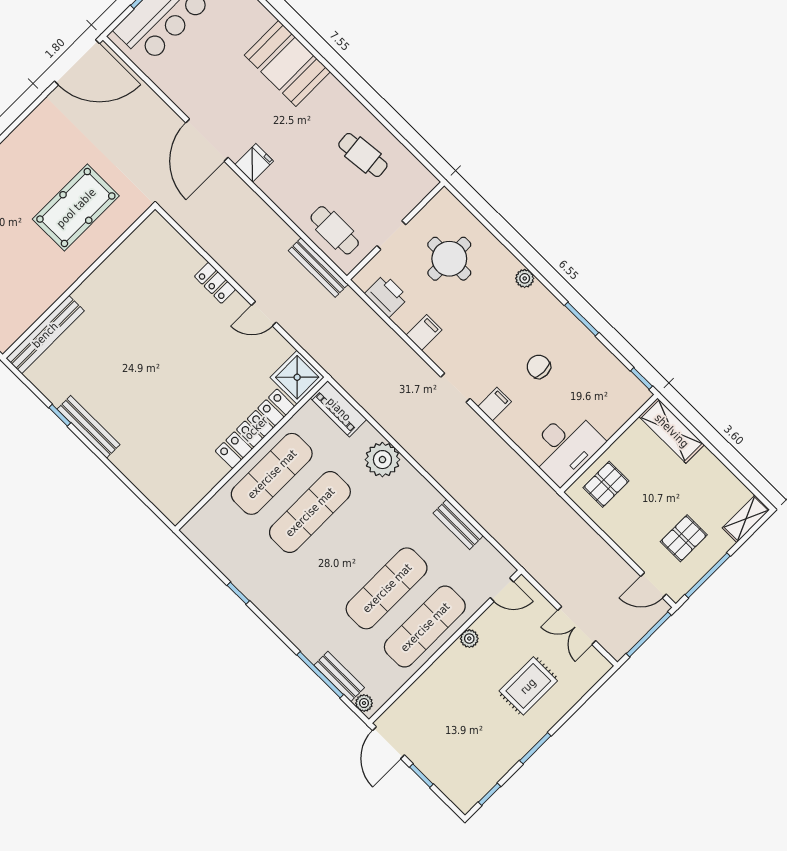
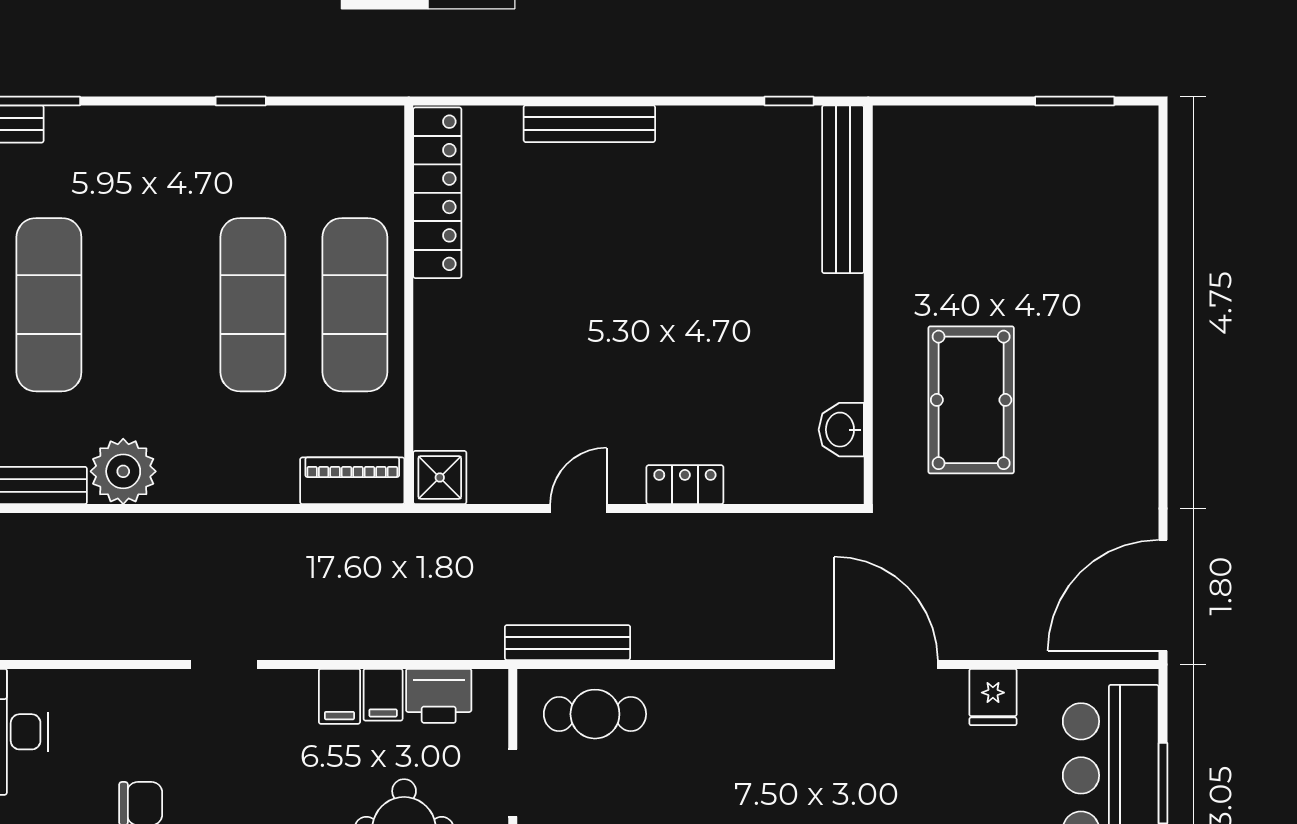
fridge: (254, 163) -> (993, 697), moved
washbasin: (136, 245) -> (841, 430), added
shower: (297, 377) -> (440, 477), width x0.73, depth x0.73
filing cabinet: (495, 404) -> (383, 695), moved
window: (60, 415) -> (789, 101), moved
bench: (89, 427) -> (589, 124), moved
locker: (255, 429) -> (437, 193), moved
plant: (382, 460) -> (123, 471), moved

